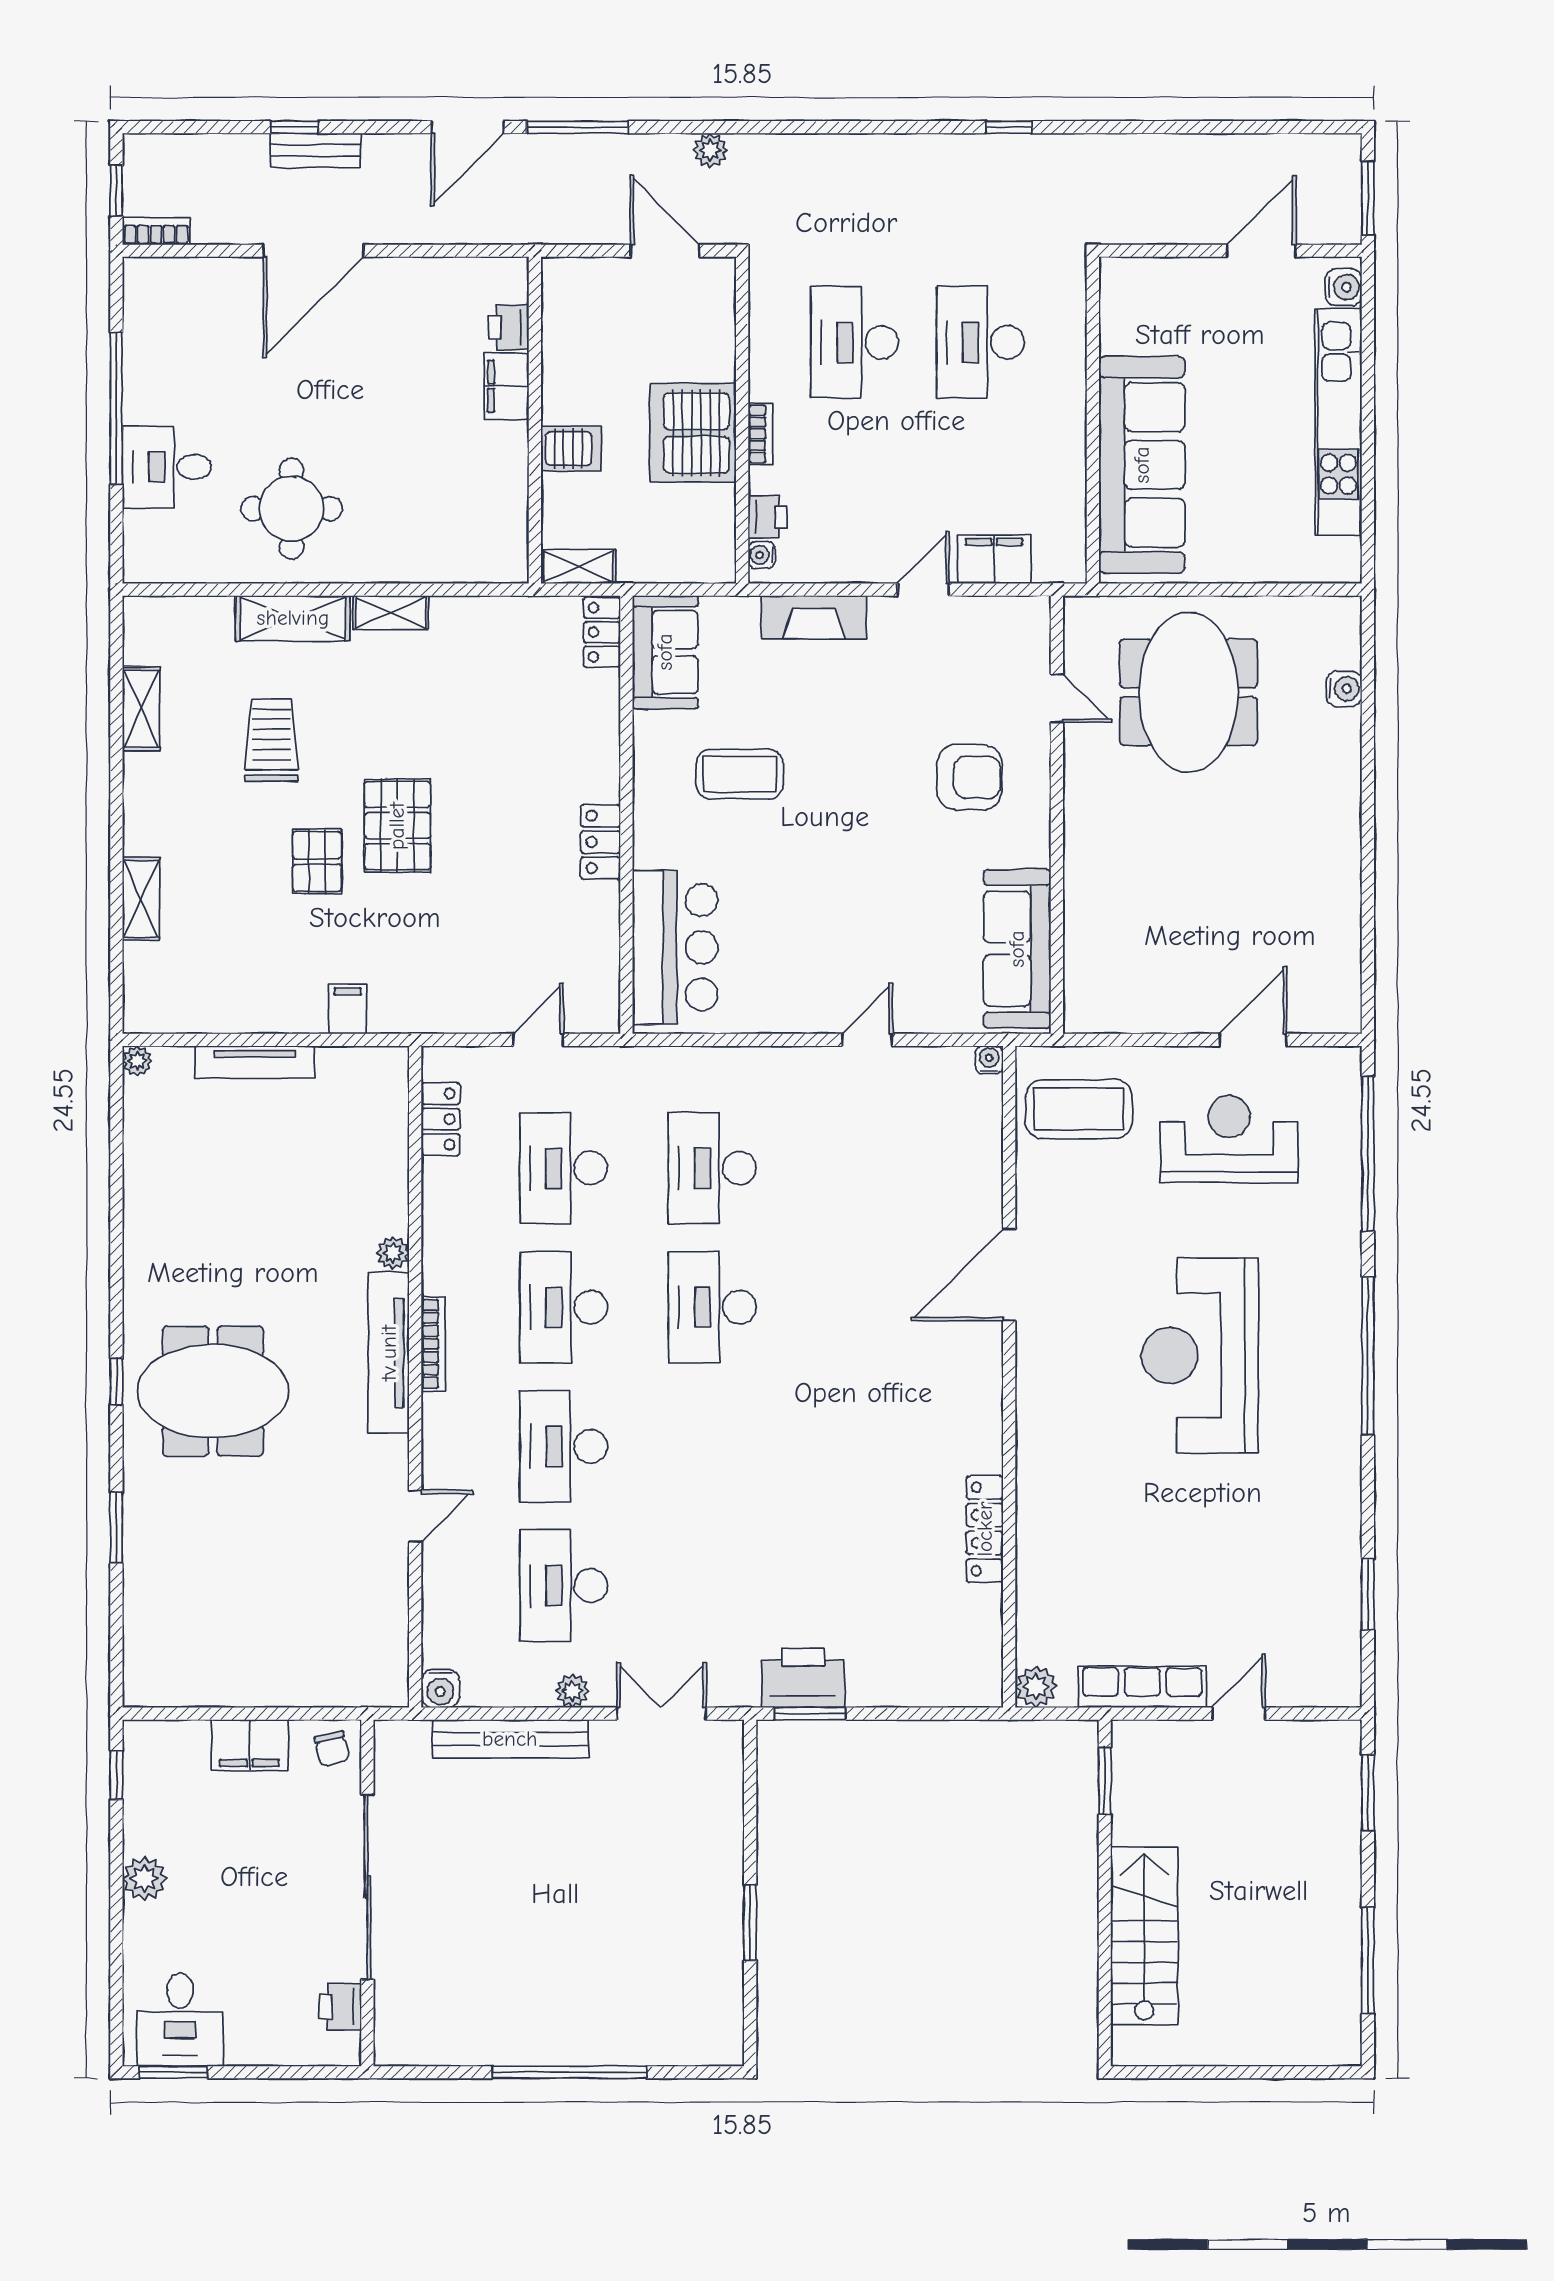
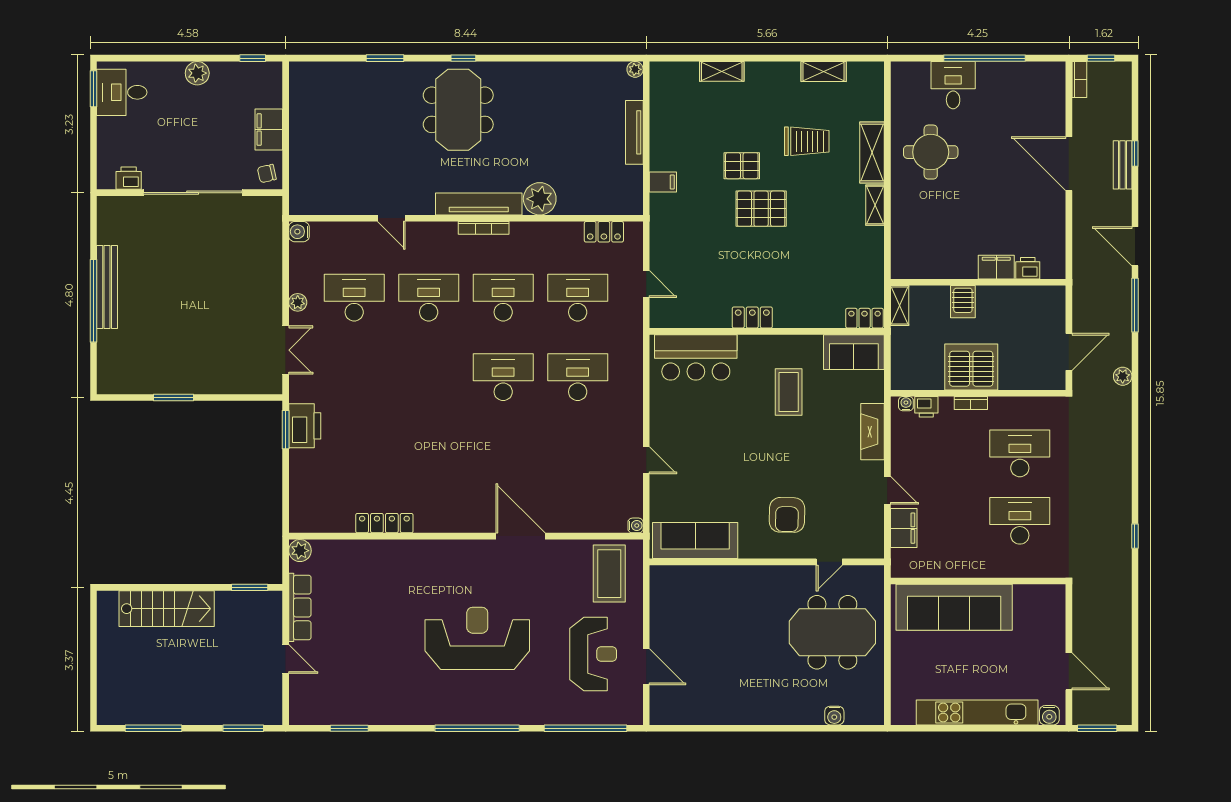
plant: (393, 1253) -> (540, 199), width x1.88, depth x1.88
bench: (510, 1739) -> (107, 287), moved

